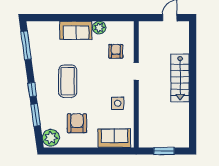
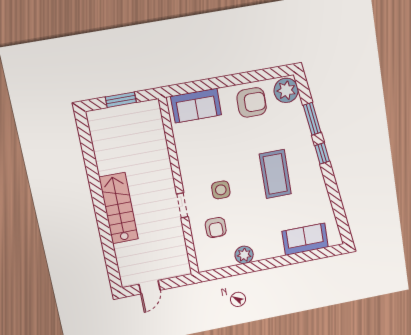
sofa: (76, 30) -> (305, 239), moved
window: (26, 45) -> (339, 212), removed
side table: (118, 103) -> (221, 190), moved
armchair: (77, 123) -> (252, 103), moved, turned -90

